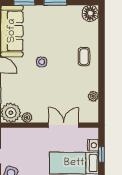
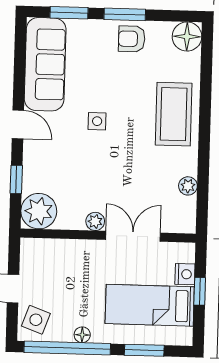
armchair: (60, 15) -> (132, 39), added
coffee table: (84, 57) -> (174, 114), width x1.86, depth x1.72
plant: (27, 117) -> (95, 221), moved

